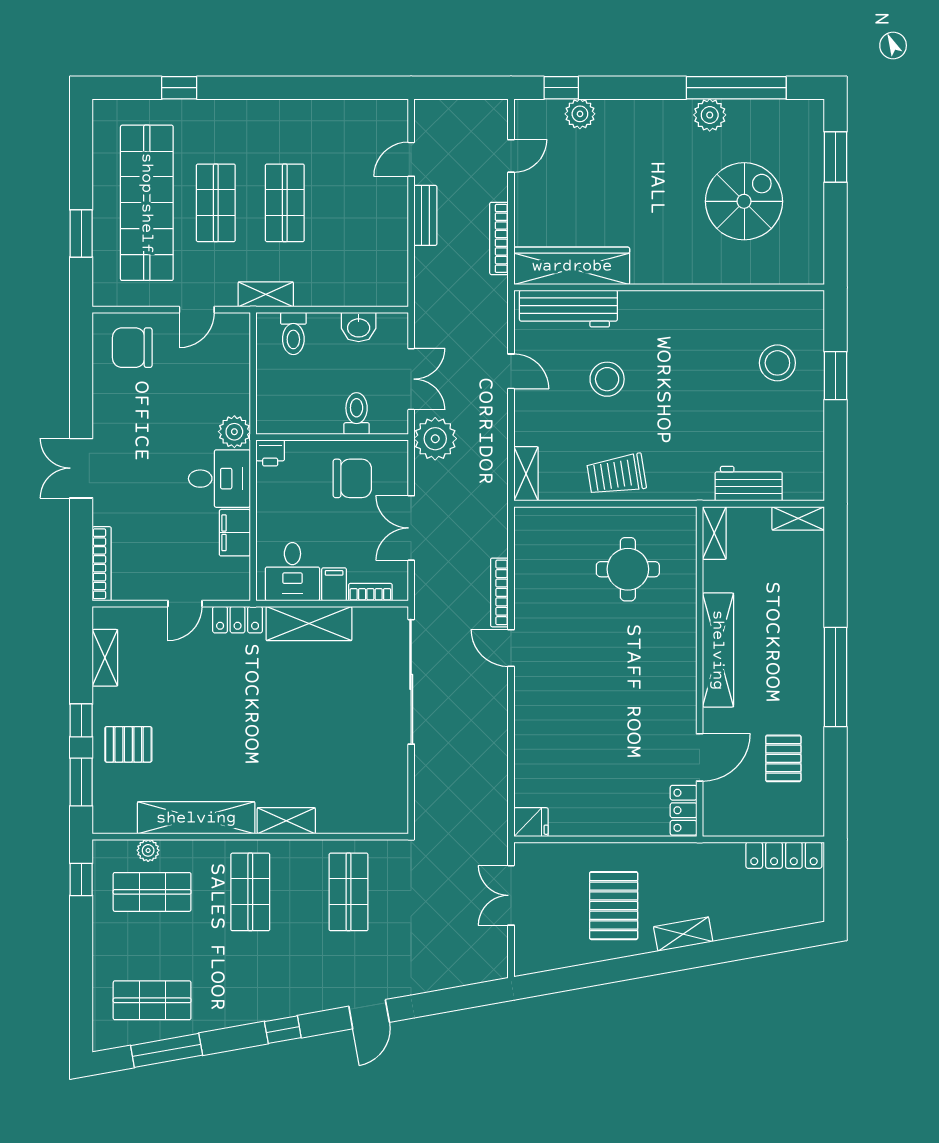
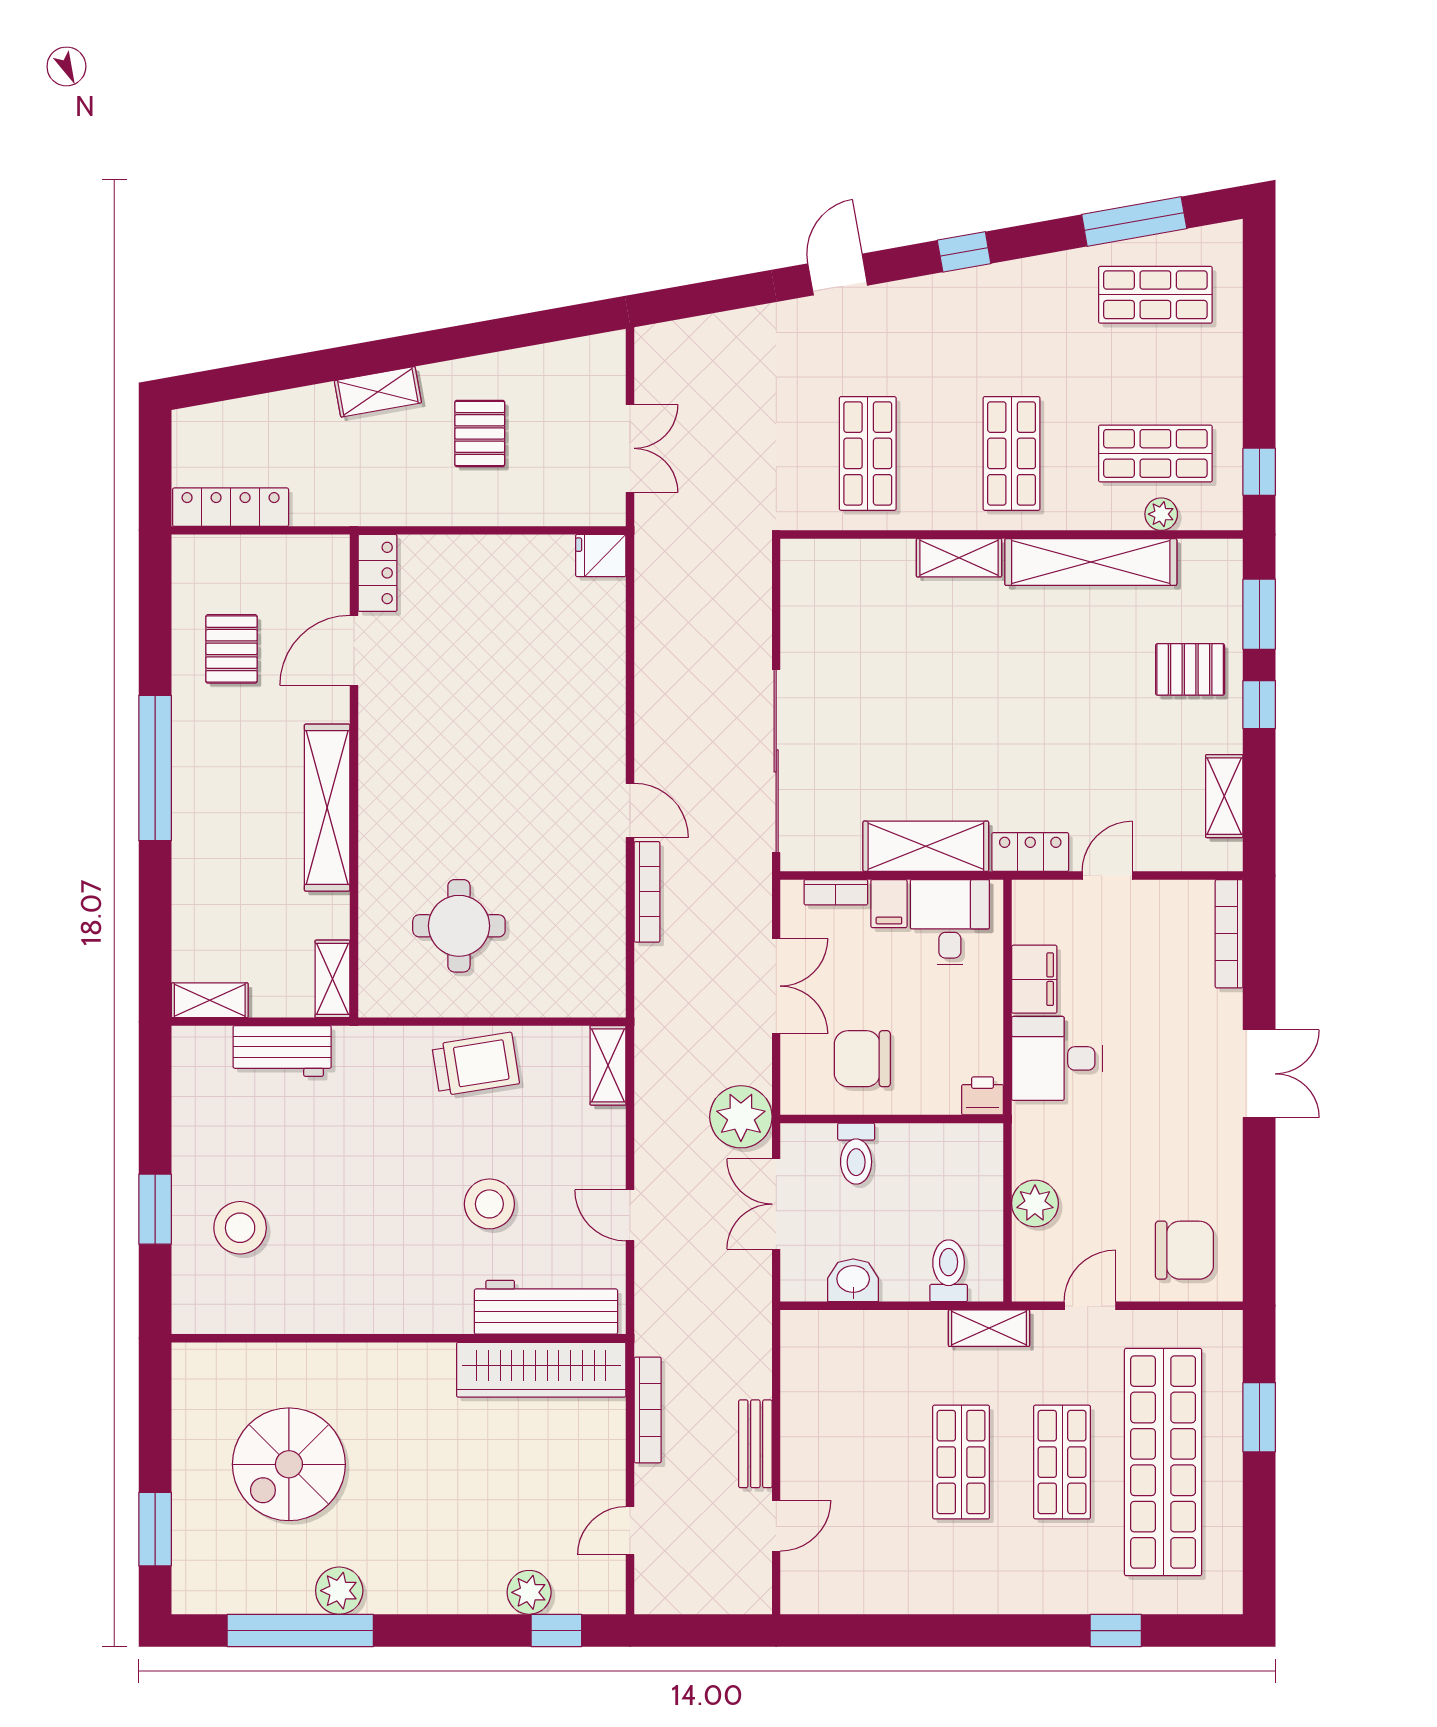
plant: (234, 432) -> (1035, 1203), moved
pallet: (614, 906) -> (480, 433), width x0.67, depth x0.71

